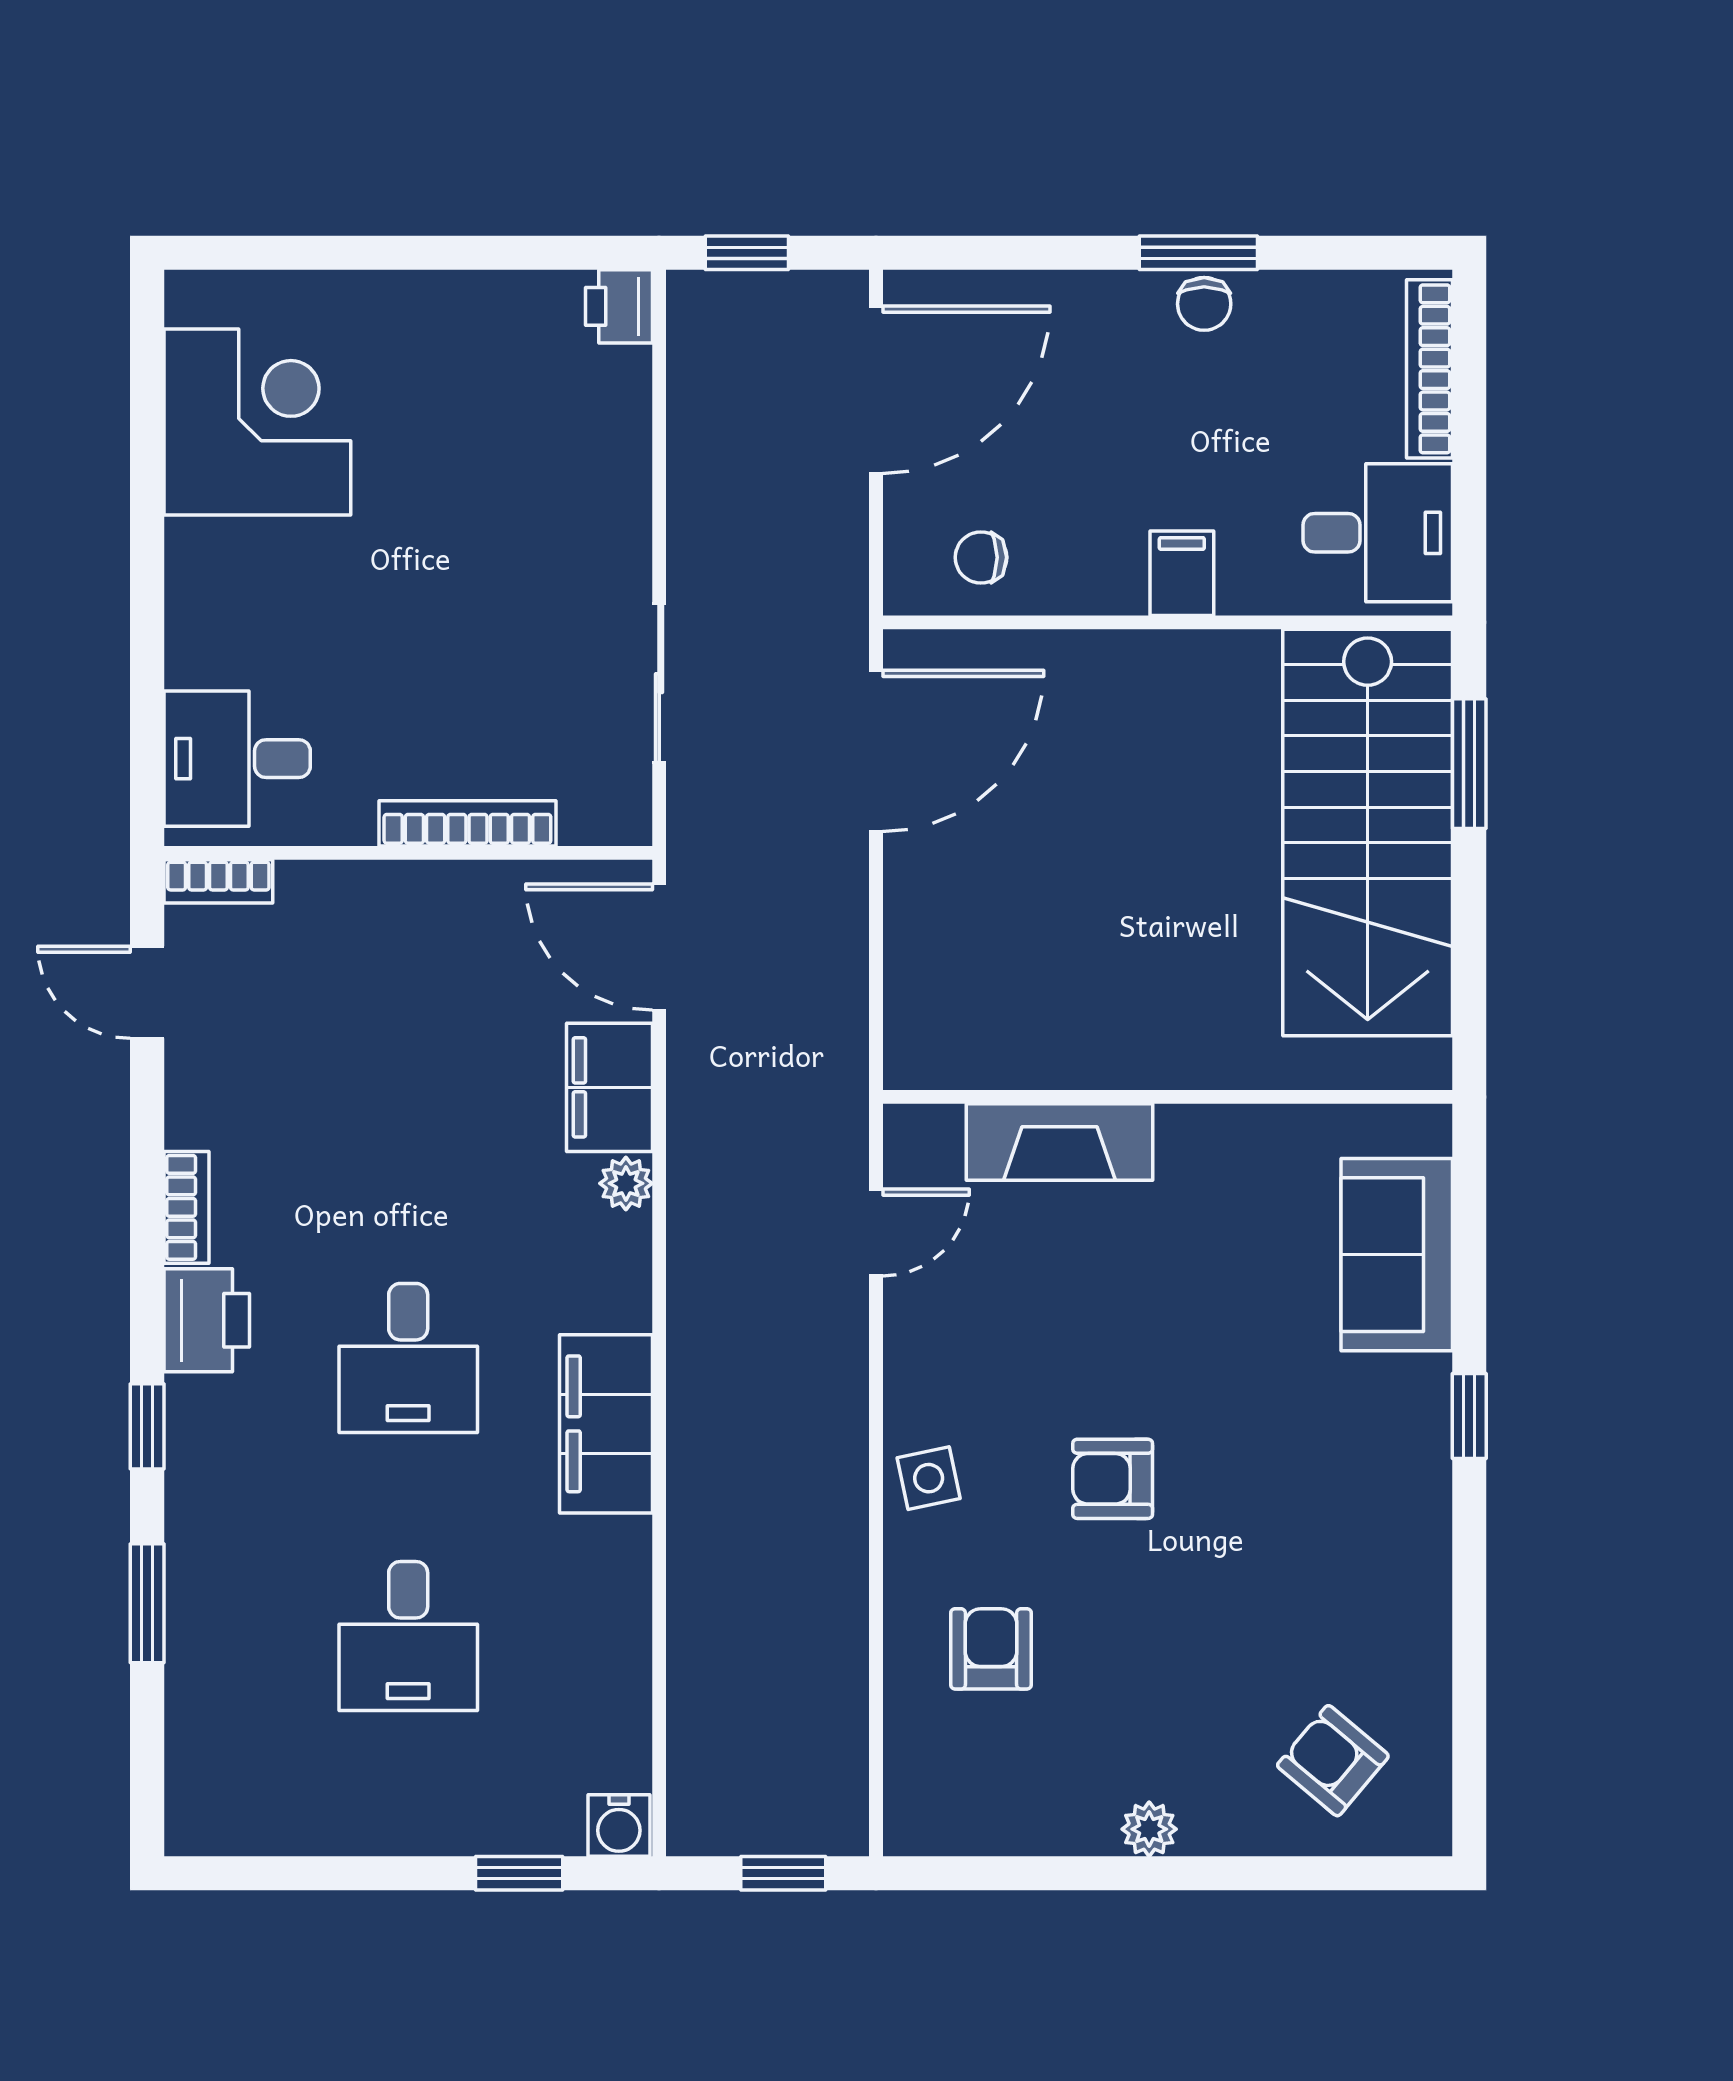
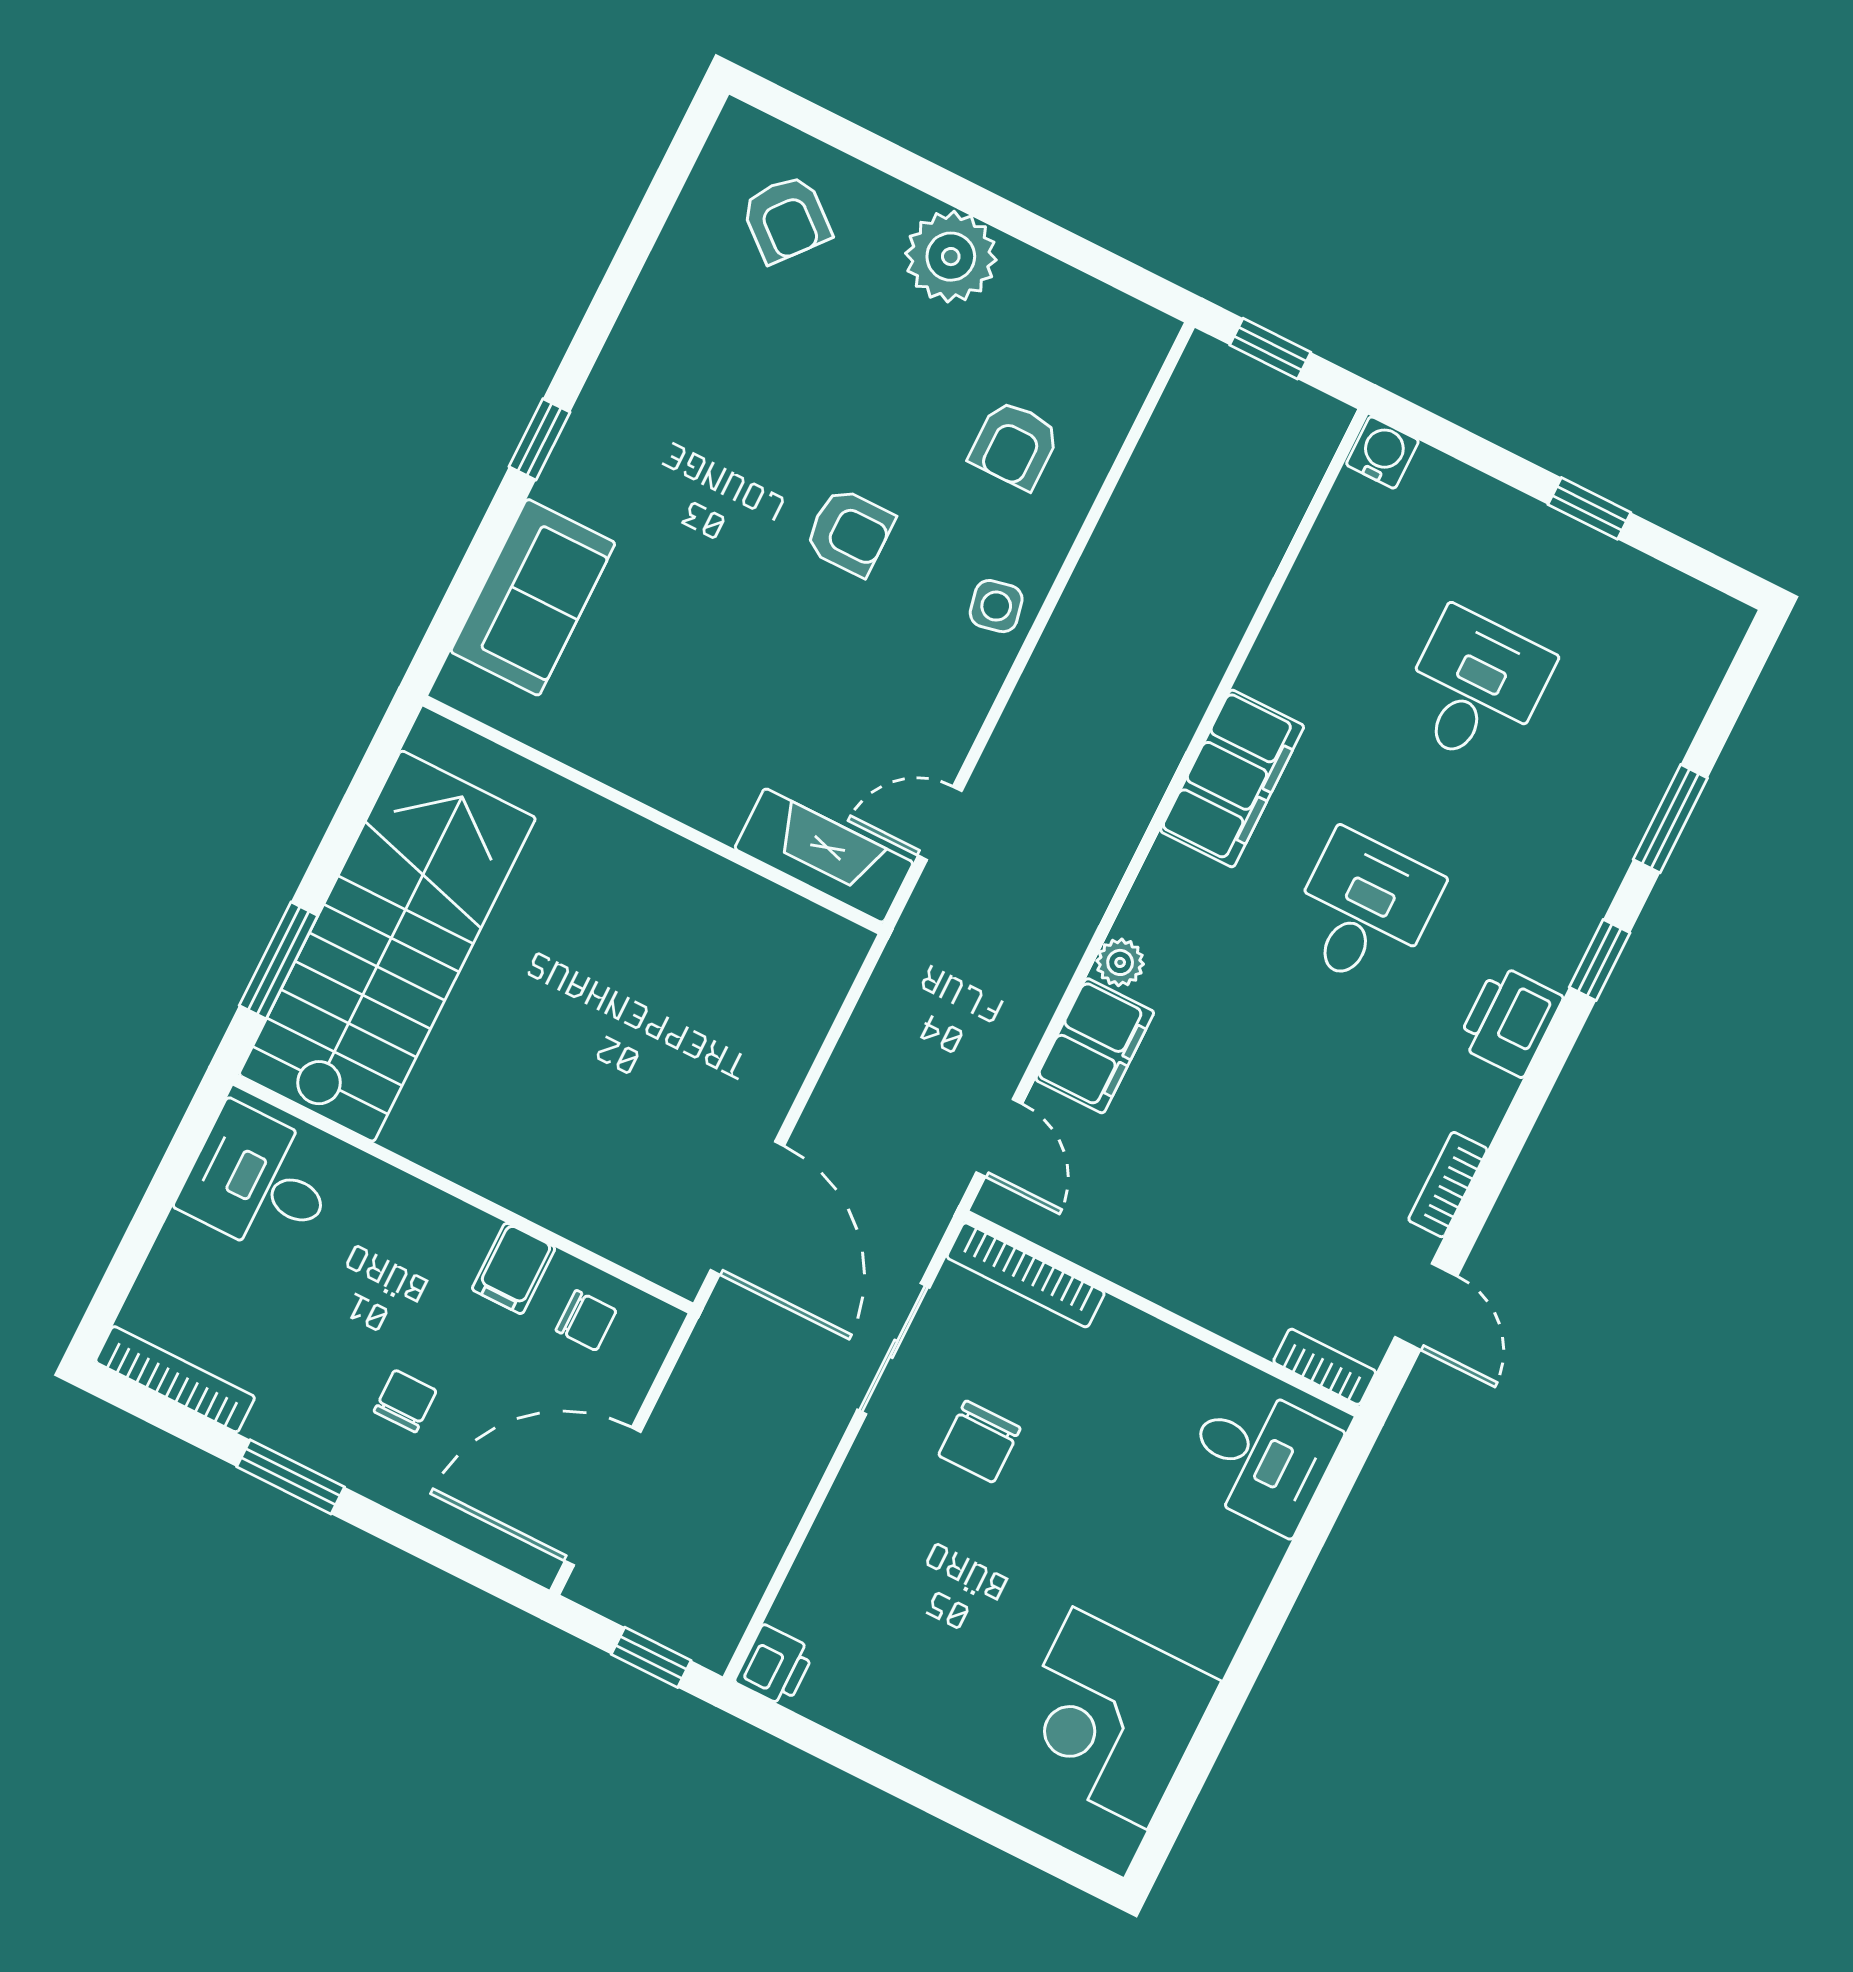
chair: (1204, 304) -> (405, 1401), moved
bookcase: (1429, 369) -> (175, 1379), moved, turned -90
filing cabinet: (1182, 573) -> (514, 1268), moved
chair: (526, 633) -> (979, 1442), added
door: (876, 751) -> (747, 1208), swing flipped
bookcase: (467, 823) -> (1026, 1275), moved
door: (659, 947) -> (999, 1138), width x0.73
fireplace: (1060, 1142) -> (824, 856), moved
bookcase: (186, 1207) -> (1448, 1185), moved
plant: (1149, 1829) -> (951, 257), width x1.87, depth x1.87
window: (519, 1873) -> (1589, 508), moved

